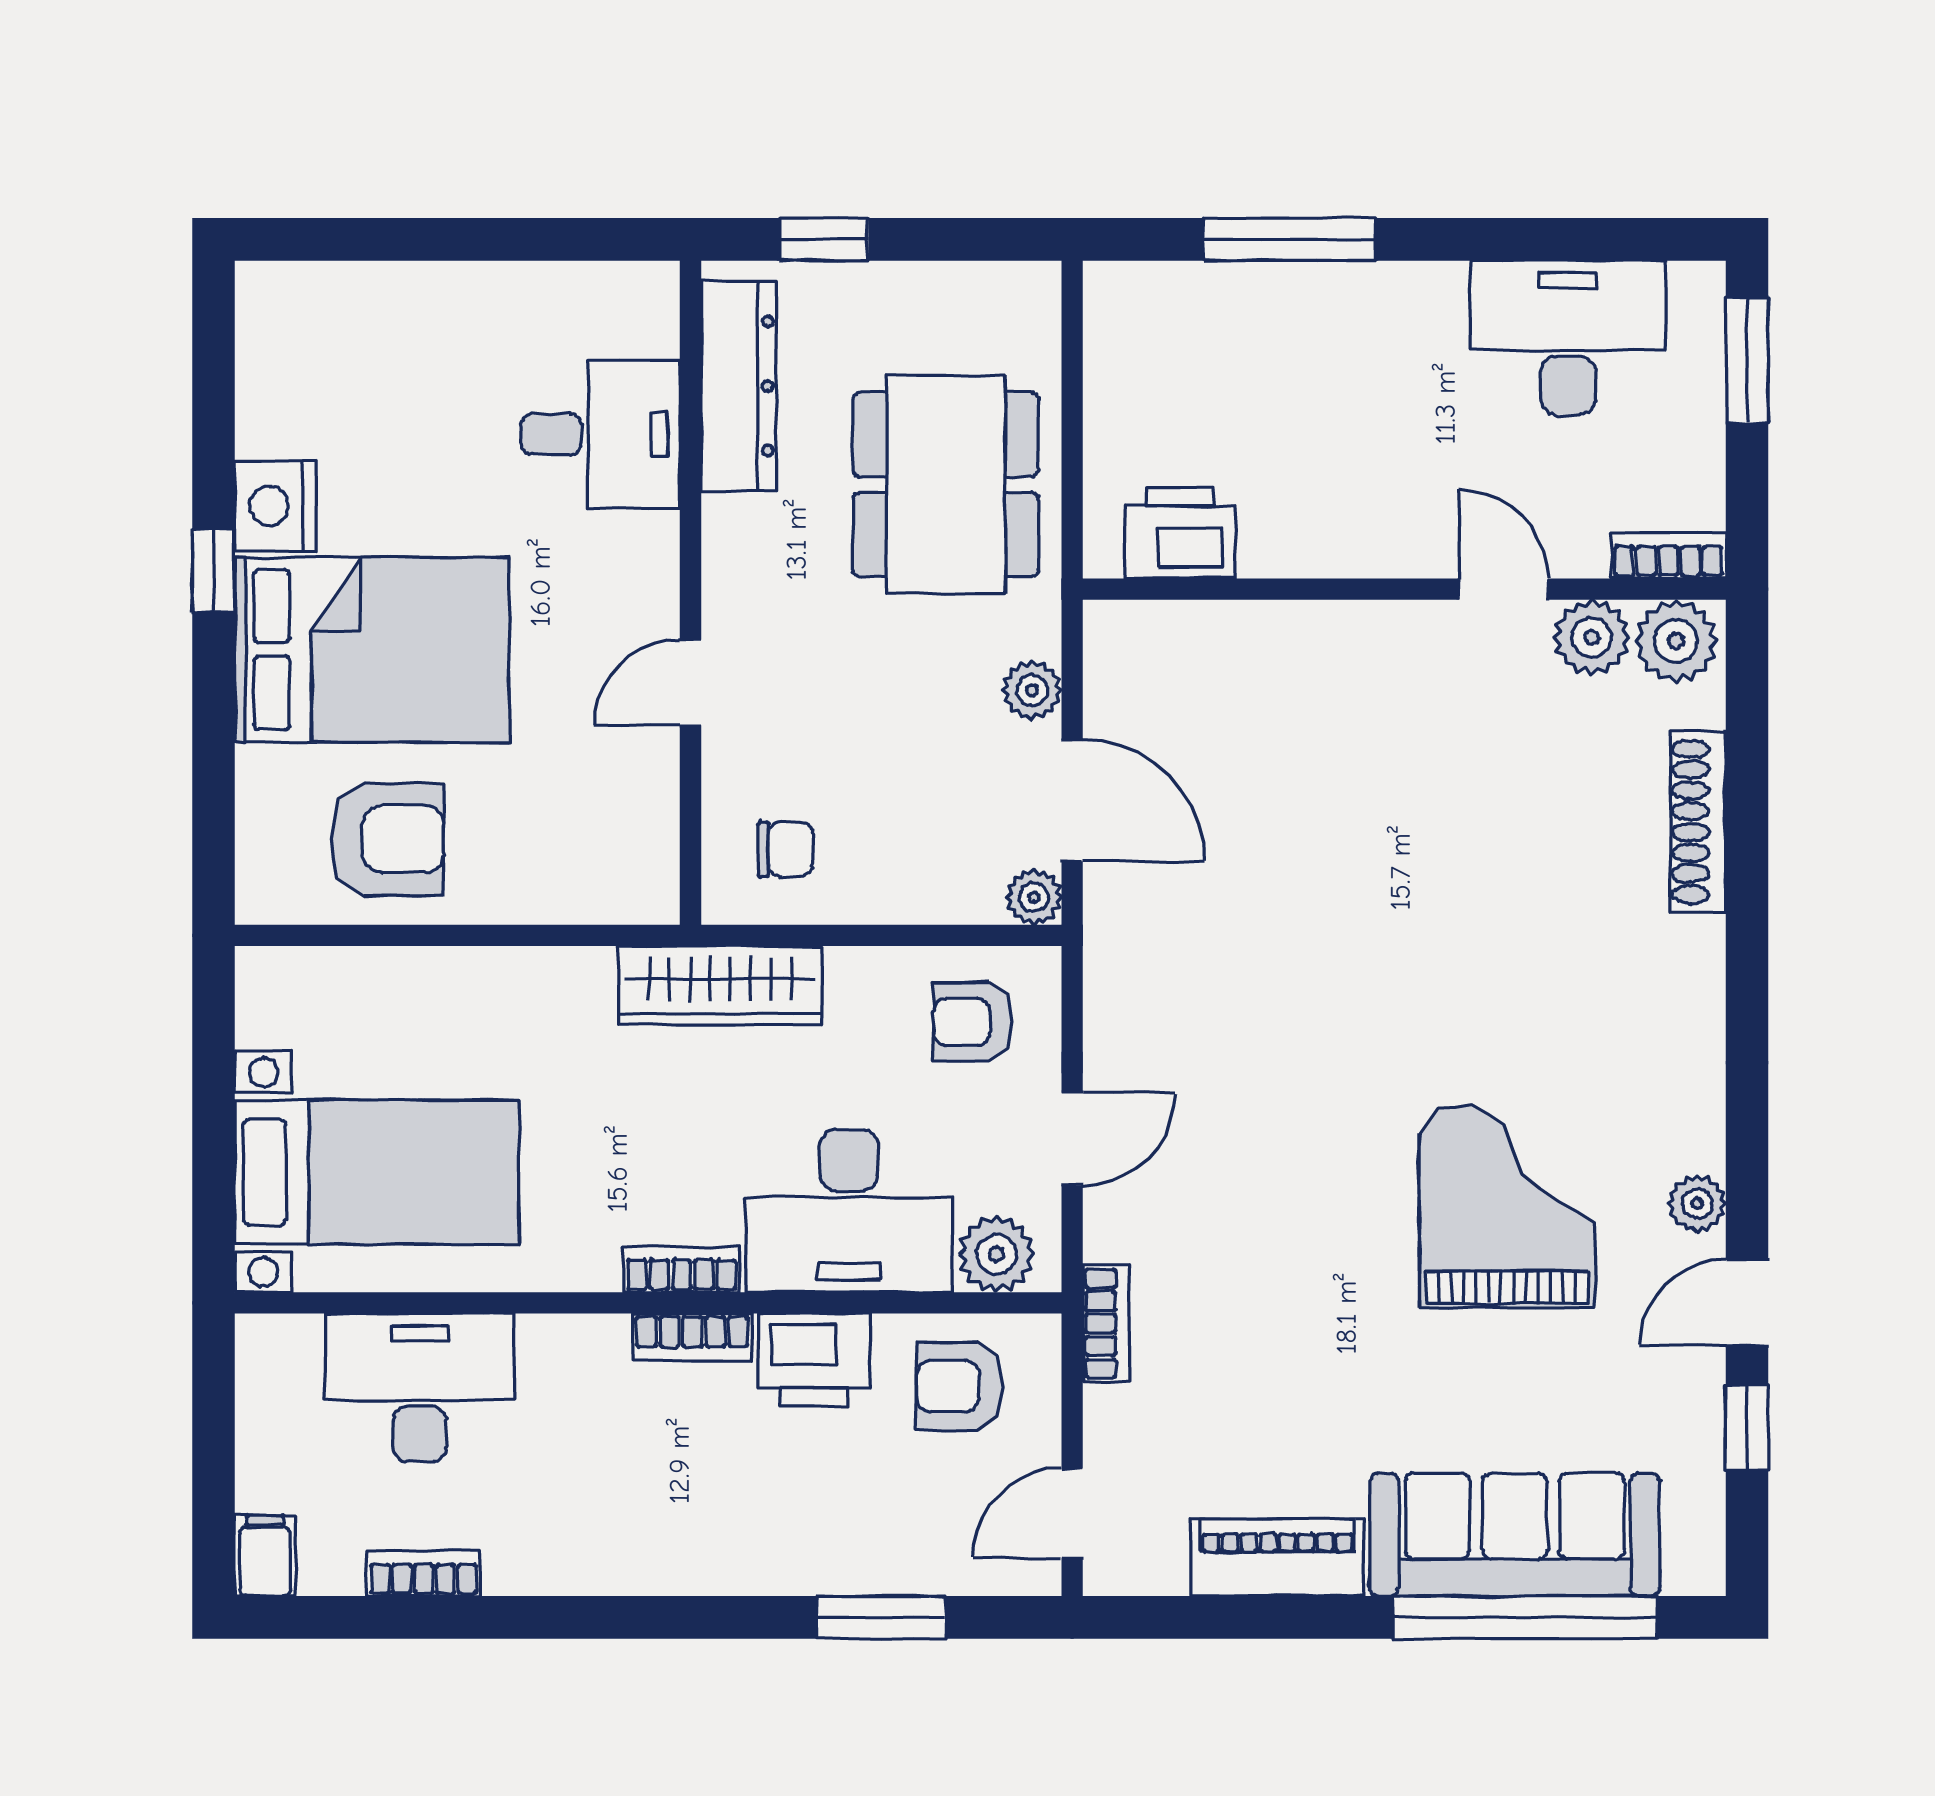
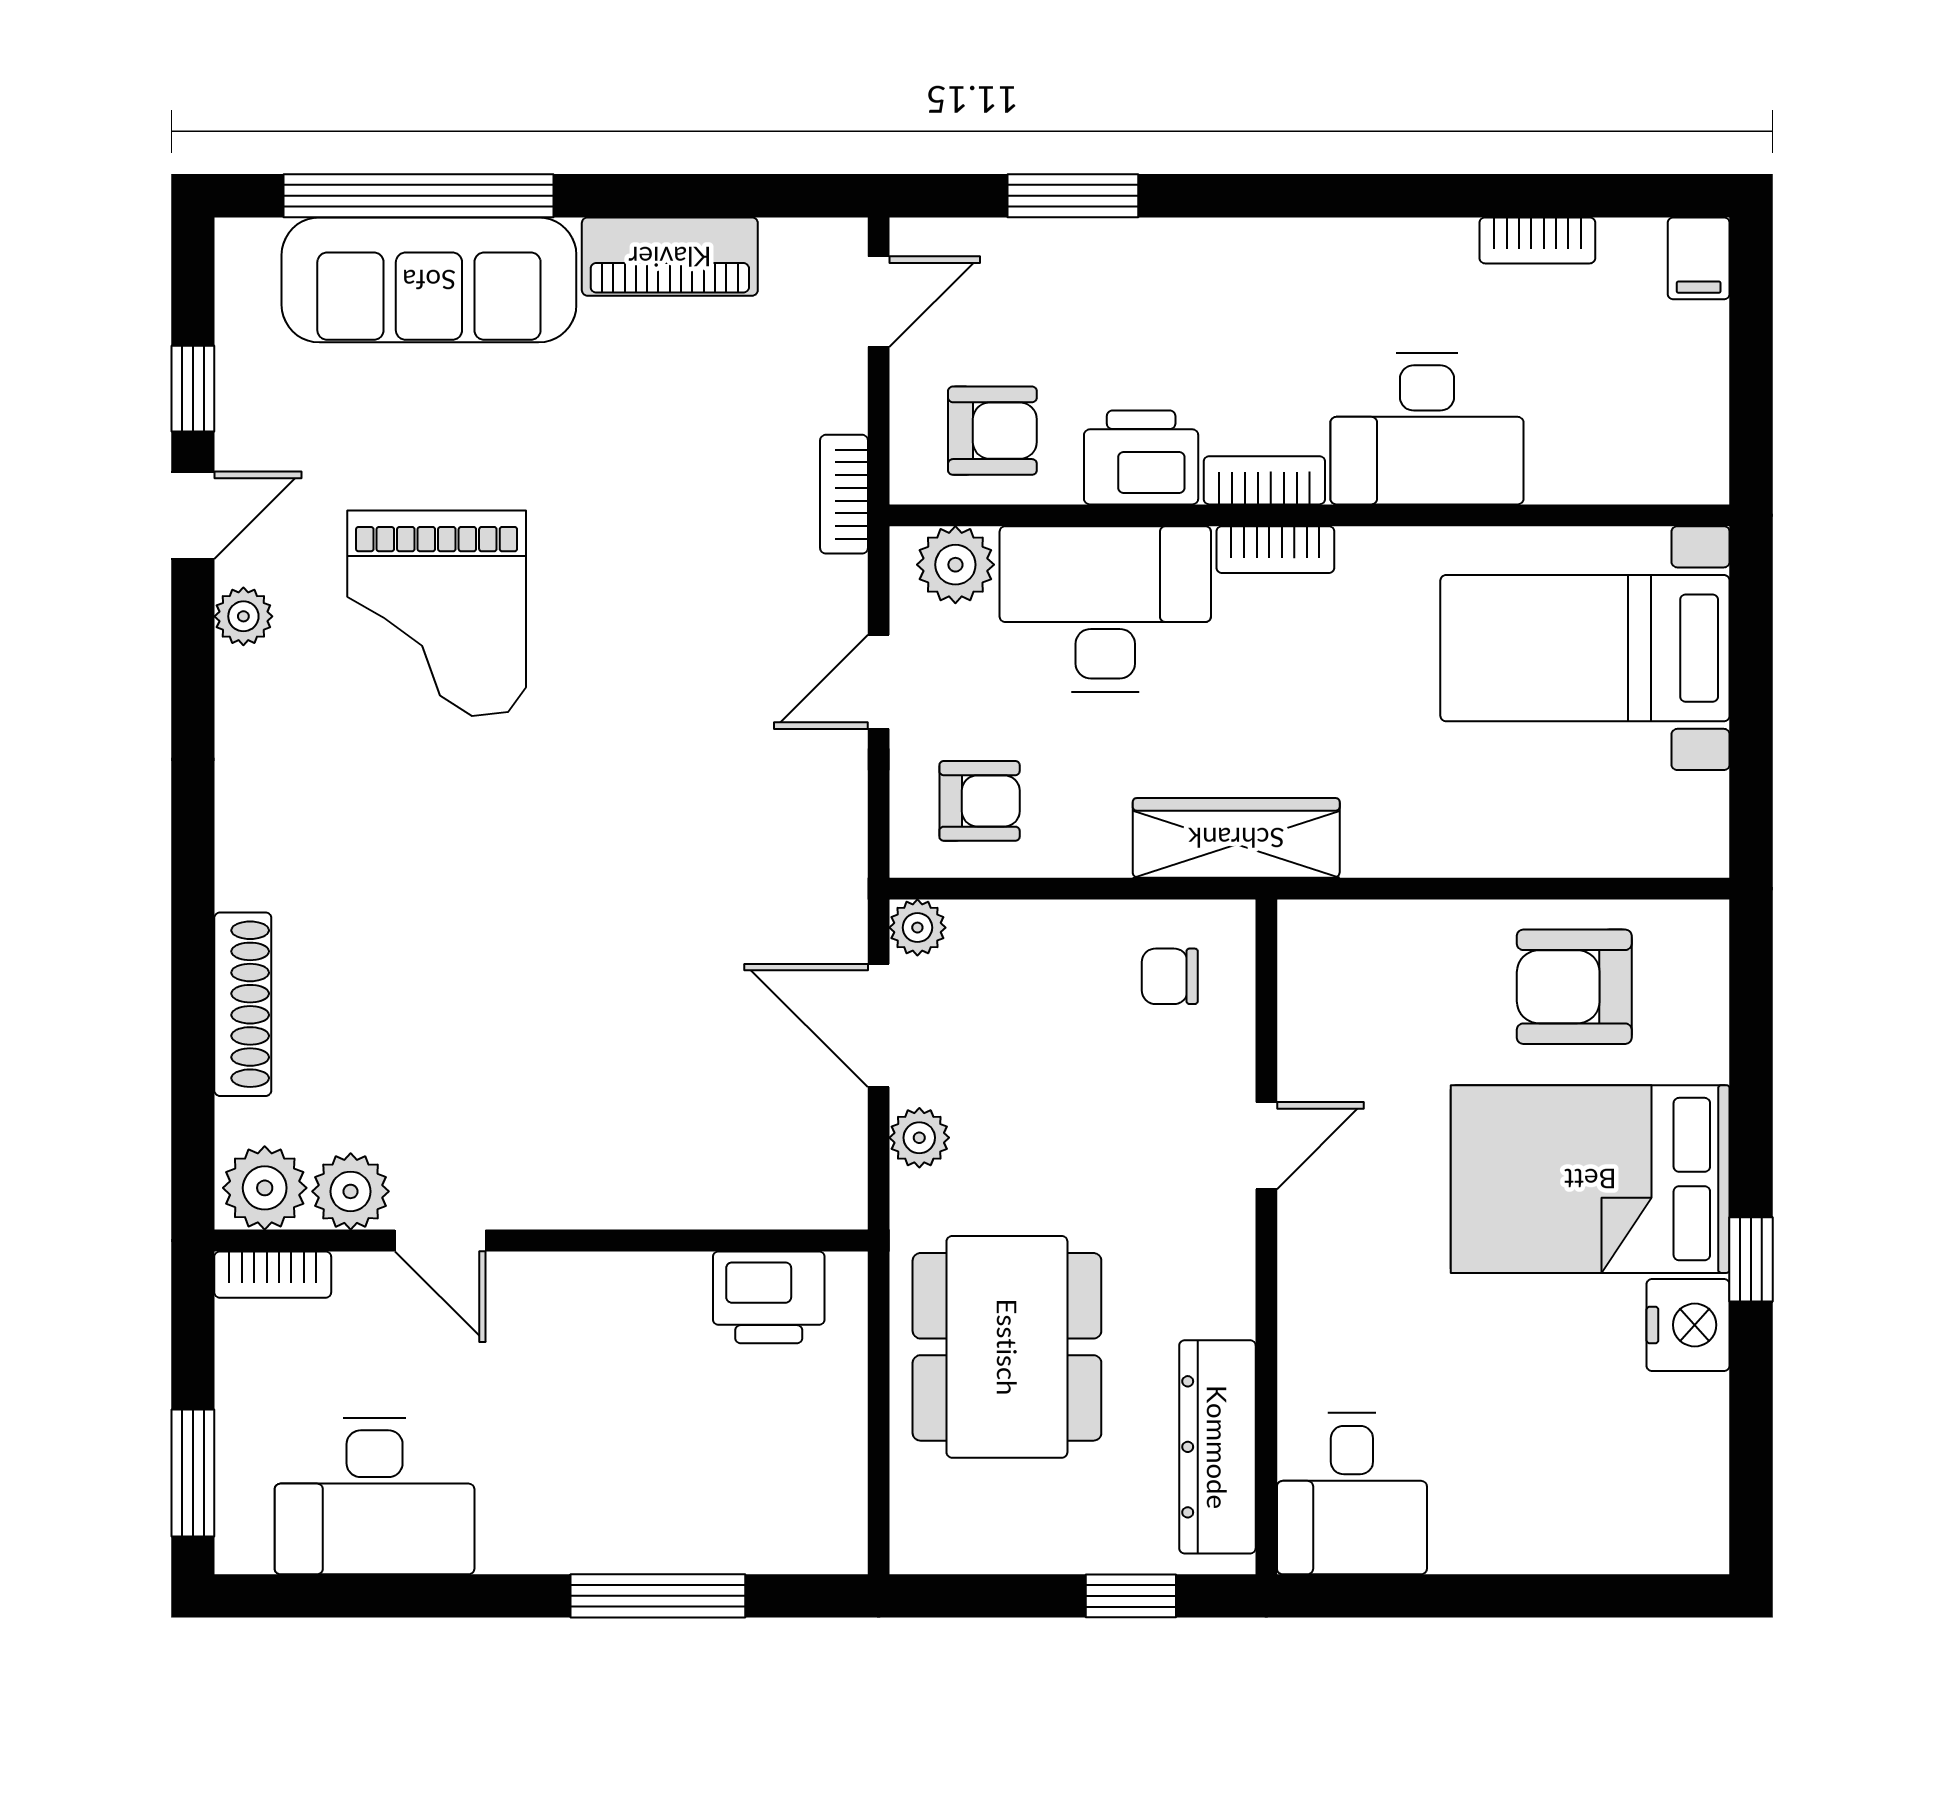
desk: (600, 434) -> (1352, 1494), moved, turned -90
desk: (420, 1388) -> (1427, 429), moved

